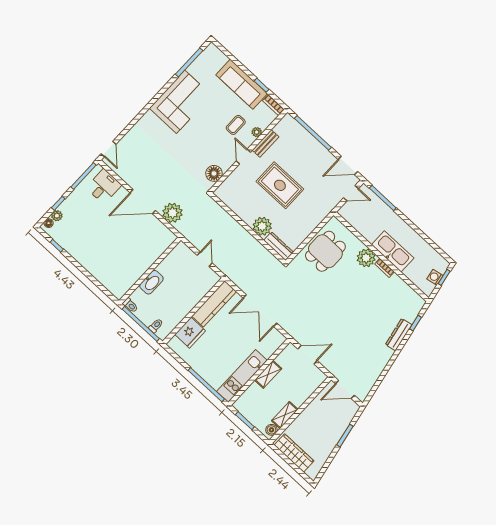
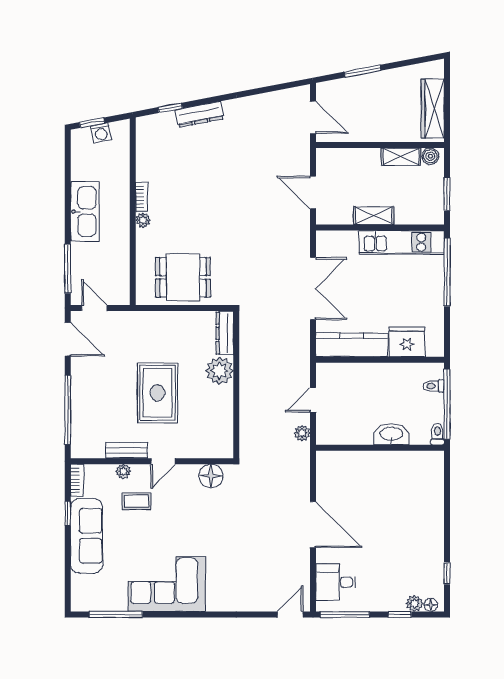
plant: (172, 213) -> (302, 433), moved, width x0.53, depth x0.53
kitchen sink: (393, 251) -> (85, 212), moved, turned 180
plant: (366, 258) -> (143, 220), width x0.53, depth x0.53

